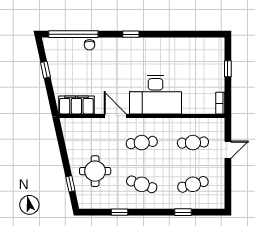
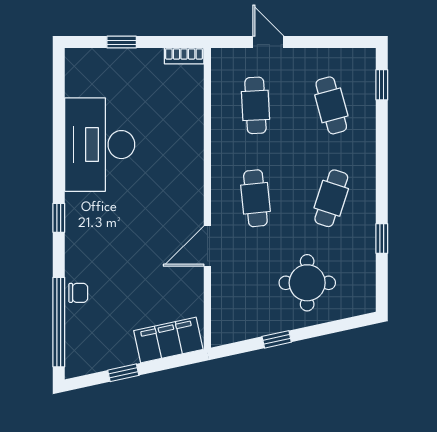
desk: (156, 95) -> (100, 145), moved, turned 180
filing cabinet: (76, 105) -> (168, 340), moved, turned 78
window: (70, 184) -> (277, 339), moved
window: (183, 212) -> (382, 85), moved

